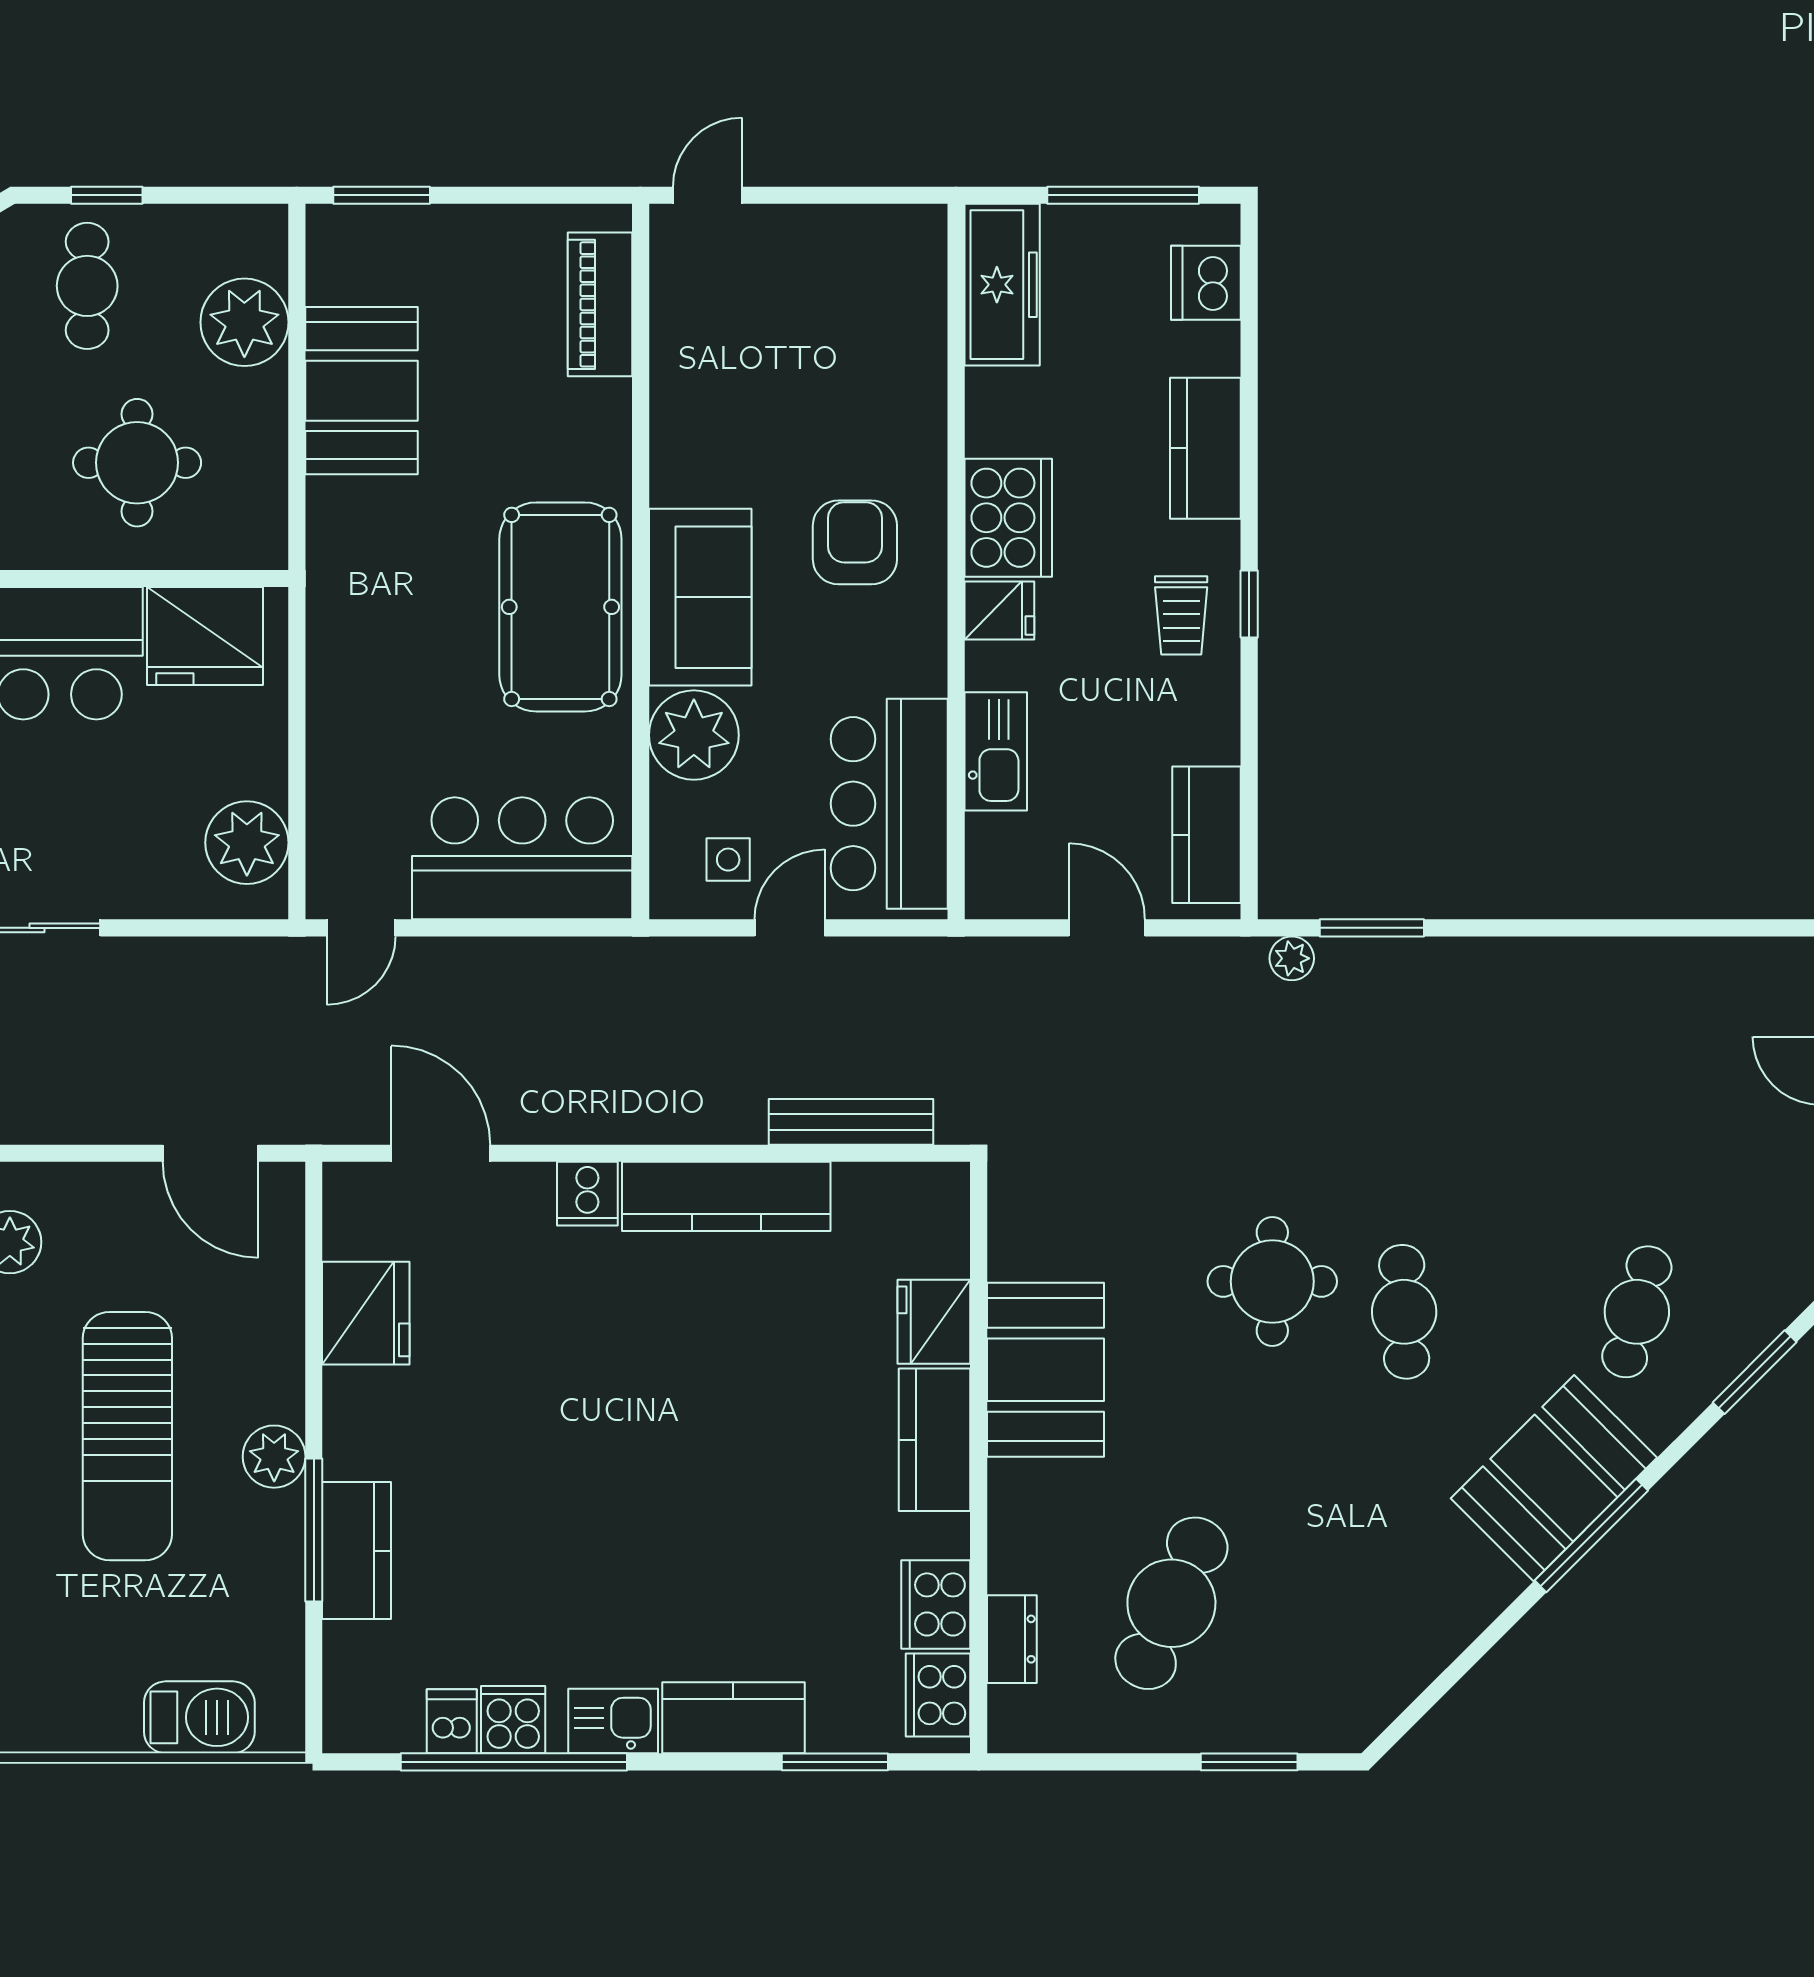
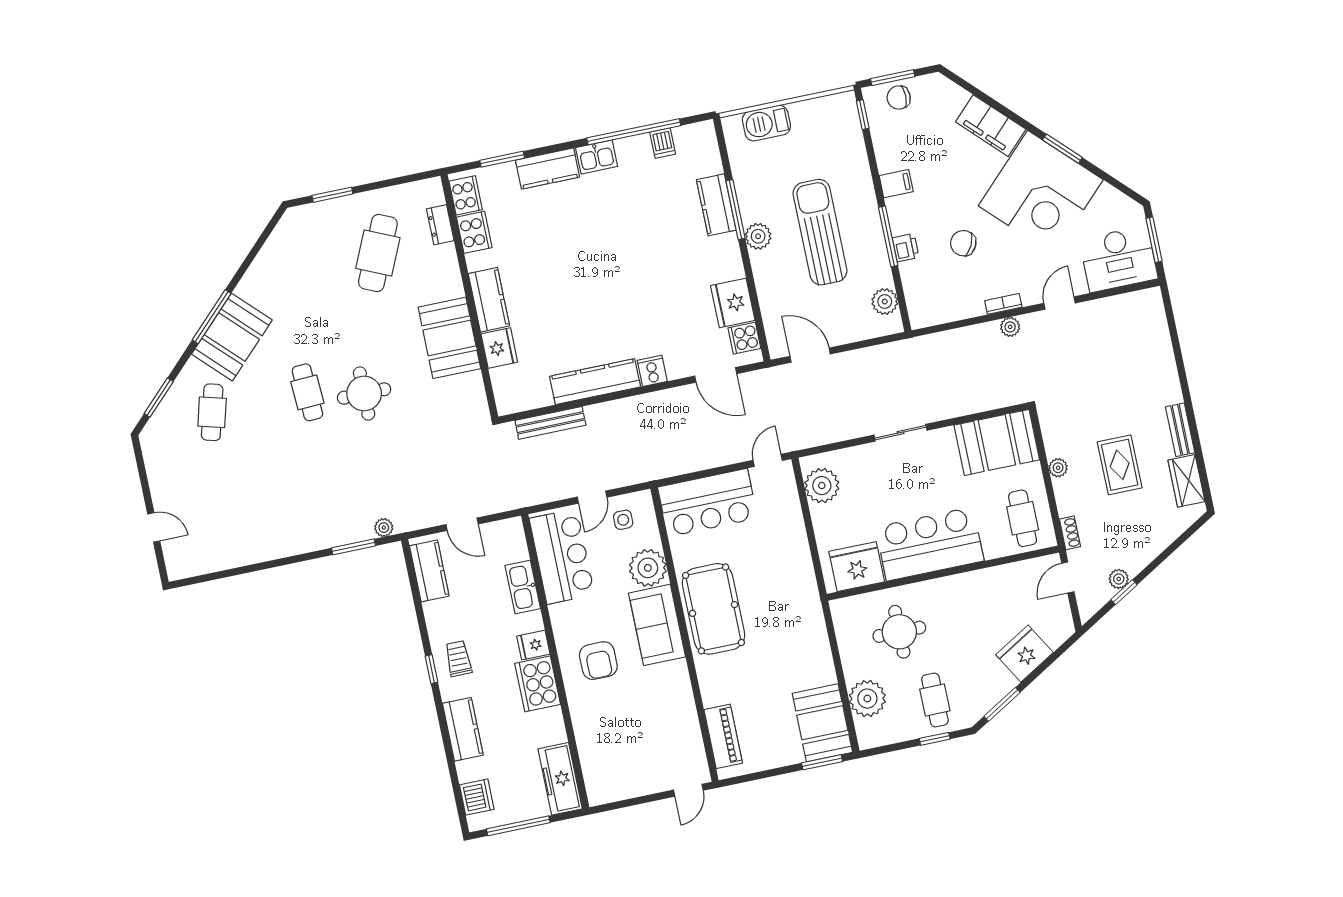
booth: (362, 391) -> (822, 723), moved
cooker: (513, 1720) -> (744, 338), moved, turned 90

